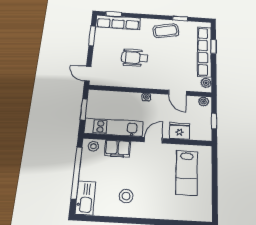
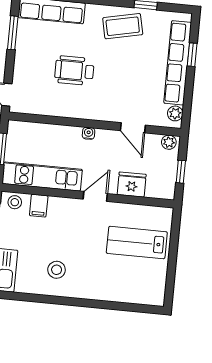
filing cabinet: (118, 149) -> (39, 206), width x0.50
lab bench: (187, 173) -> (137, 243), turned 90

